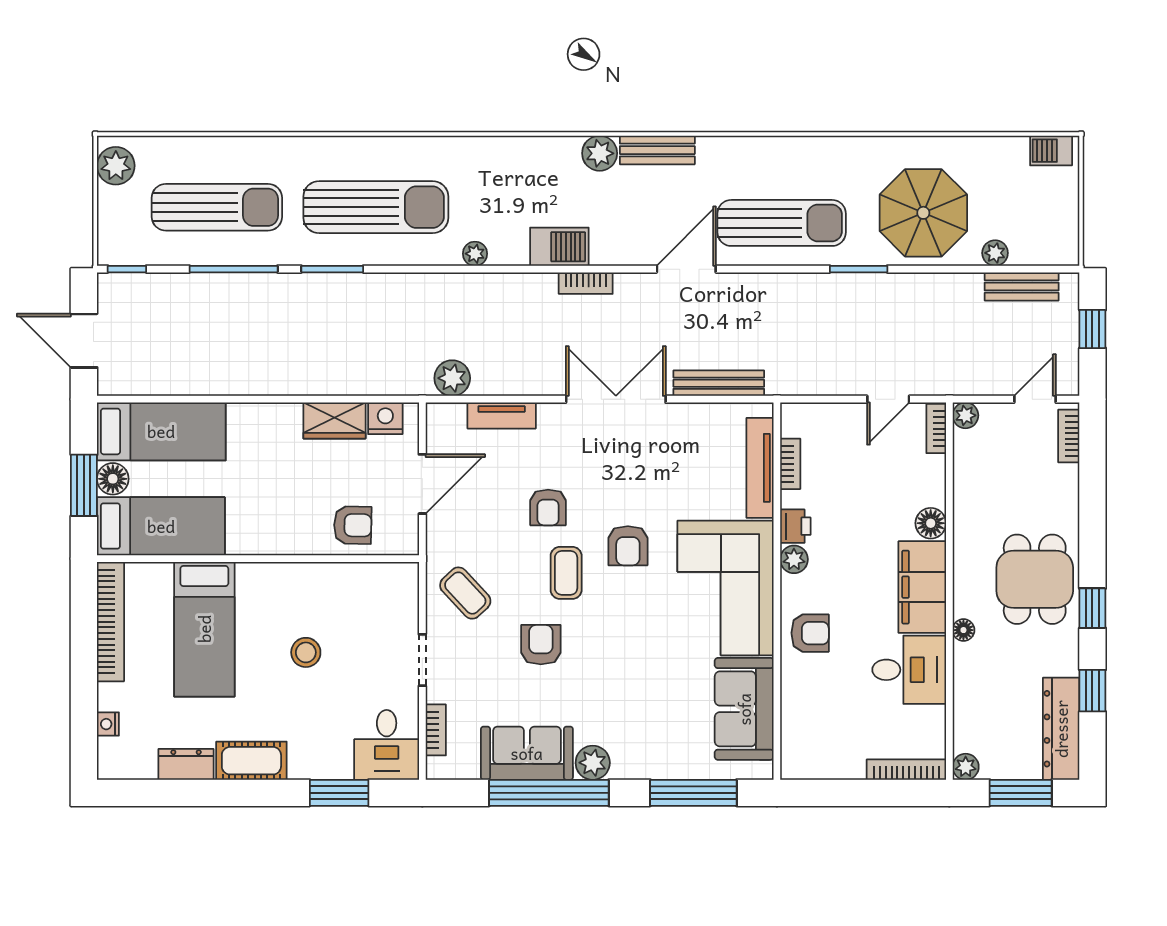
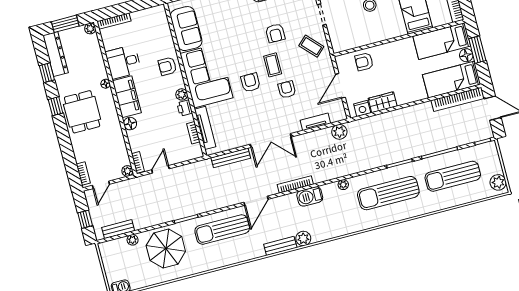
bookcase: (586, 283) -> (295, 184), width x1.56
bookcase: (159, 382) -> (458, 99), added

